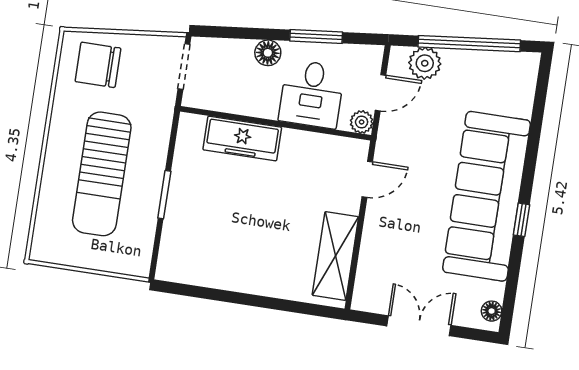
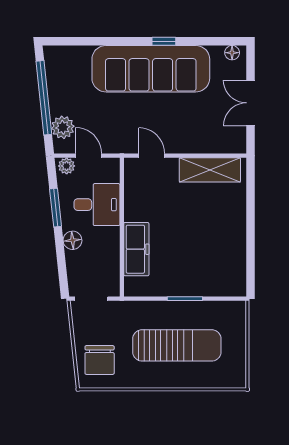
plant: (362, 122) -> (67, 166), moved

